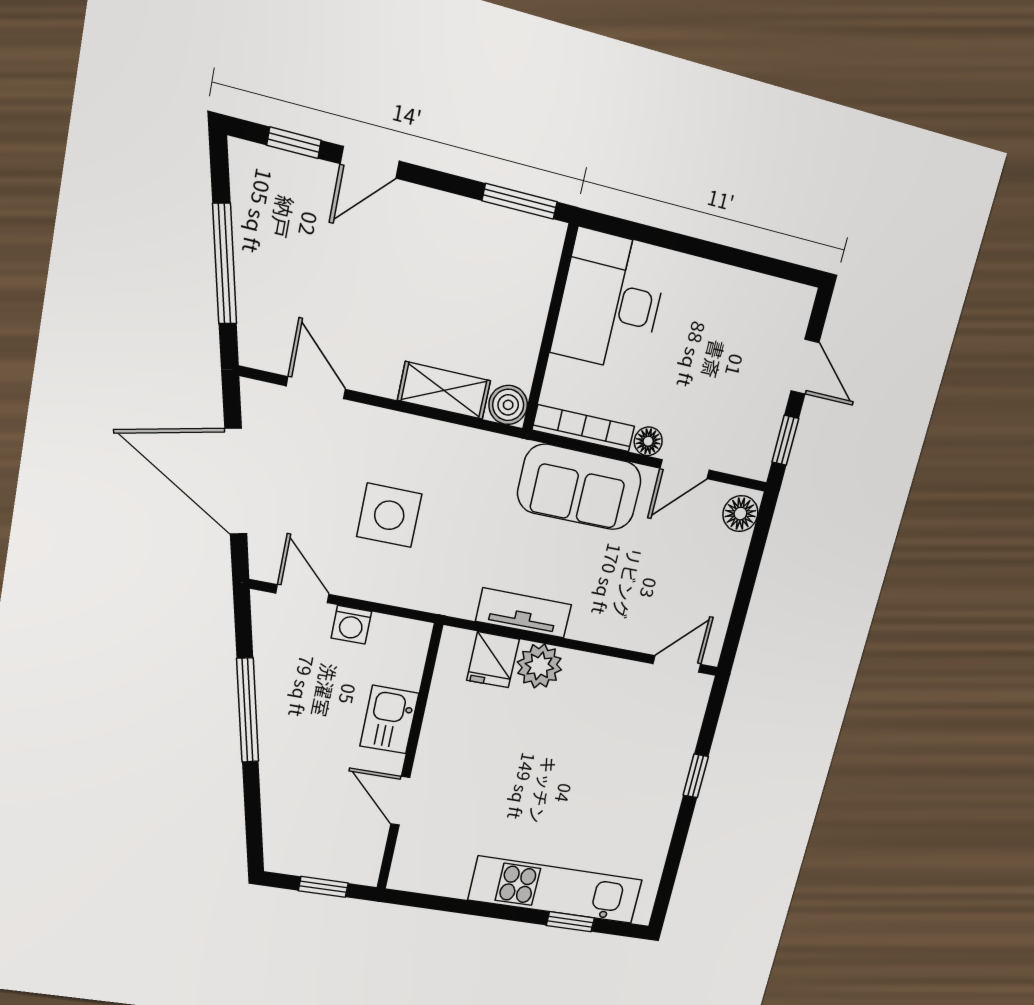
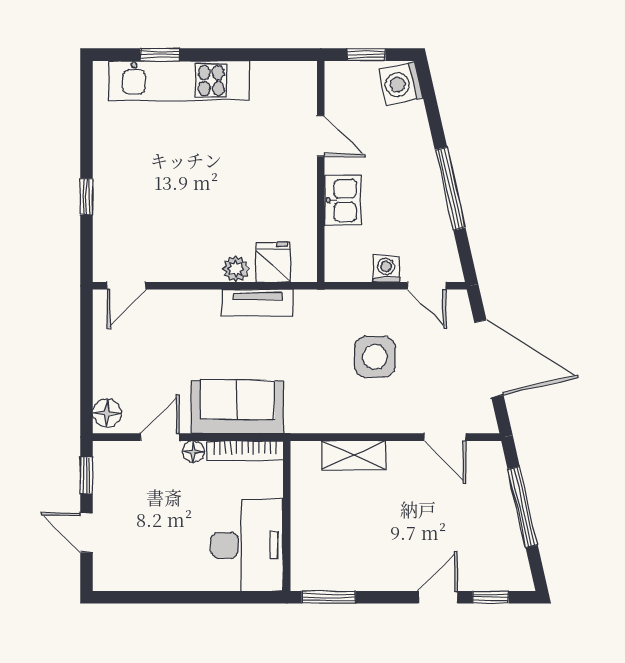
boiler: (508, 405) -> (305, 455), removed
plant: (539, 666) -> (236, 269), width x0.73, depth x0.73
washing machine: (287, 847) -> (401, 84), added

